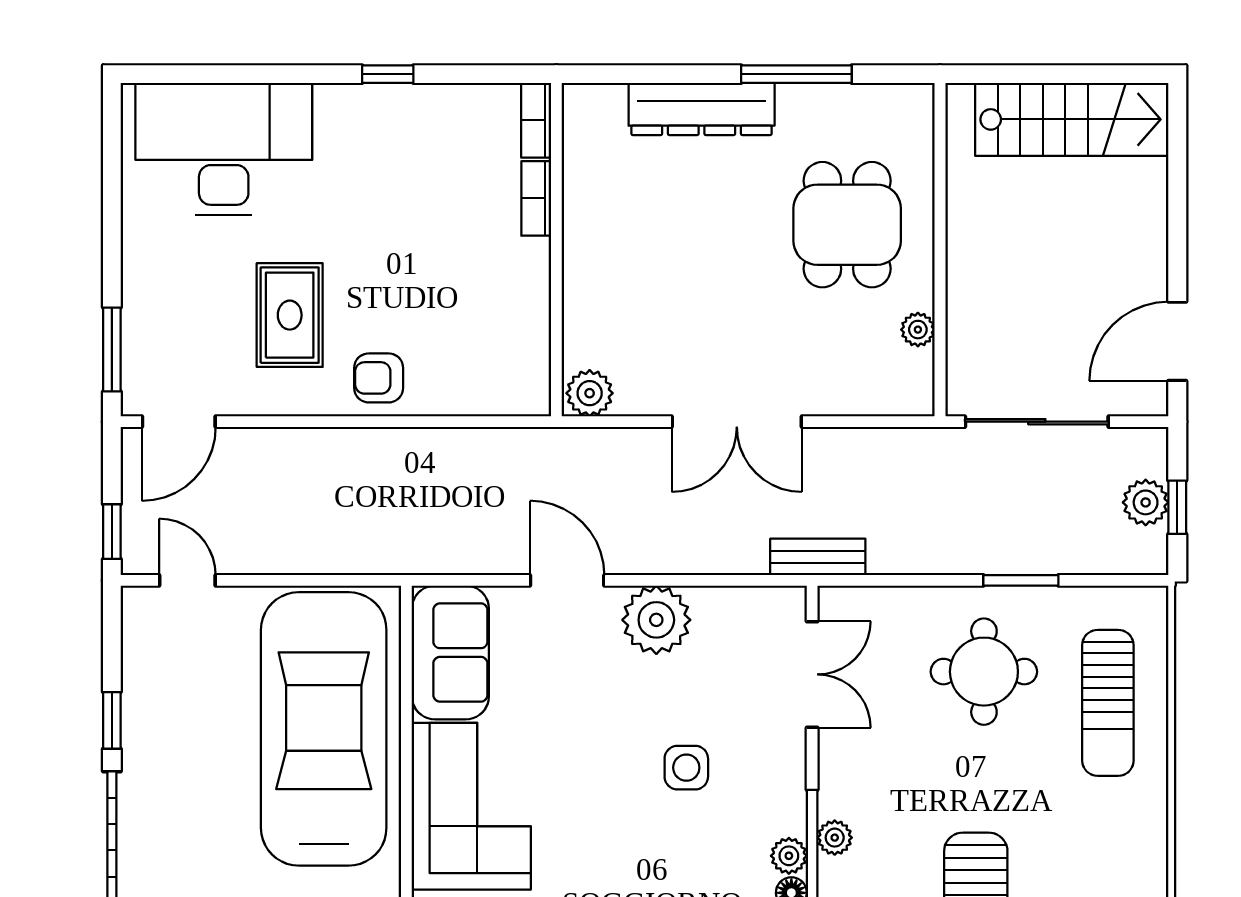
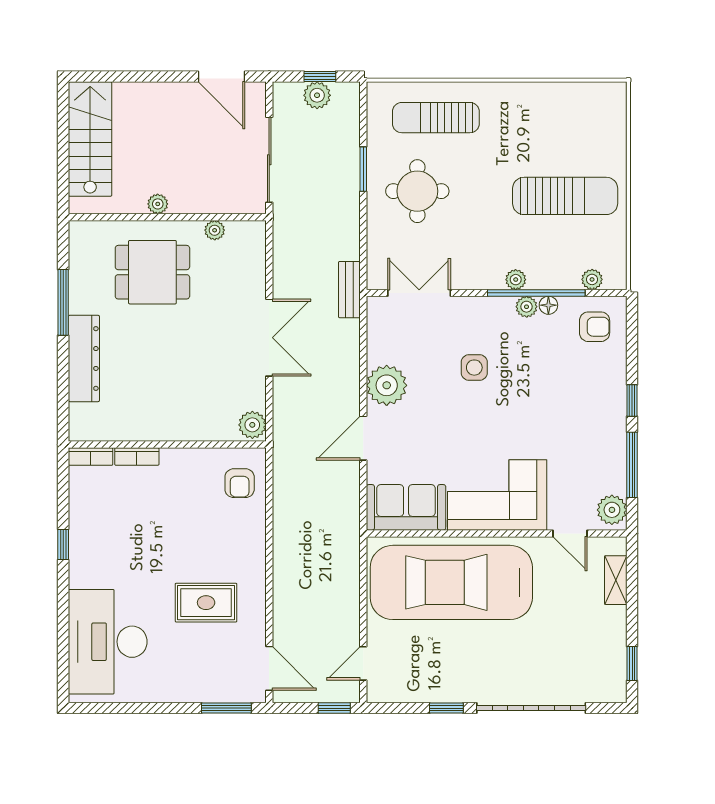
plant: (962, 234) -> (158, 204), added
armchair: (379, 378) -> (240, 483), moved
sun lounger: (1108, 703) -> (436, 118), turned 180

